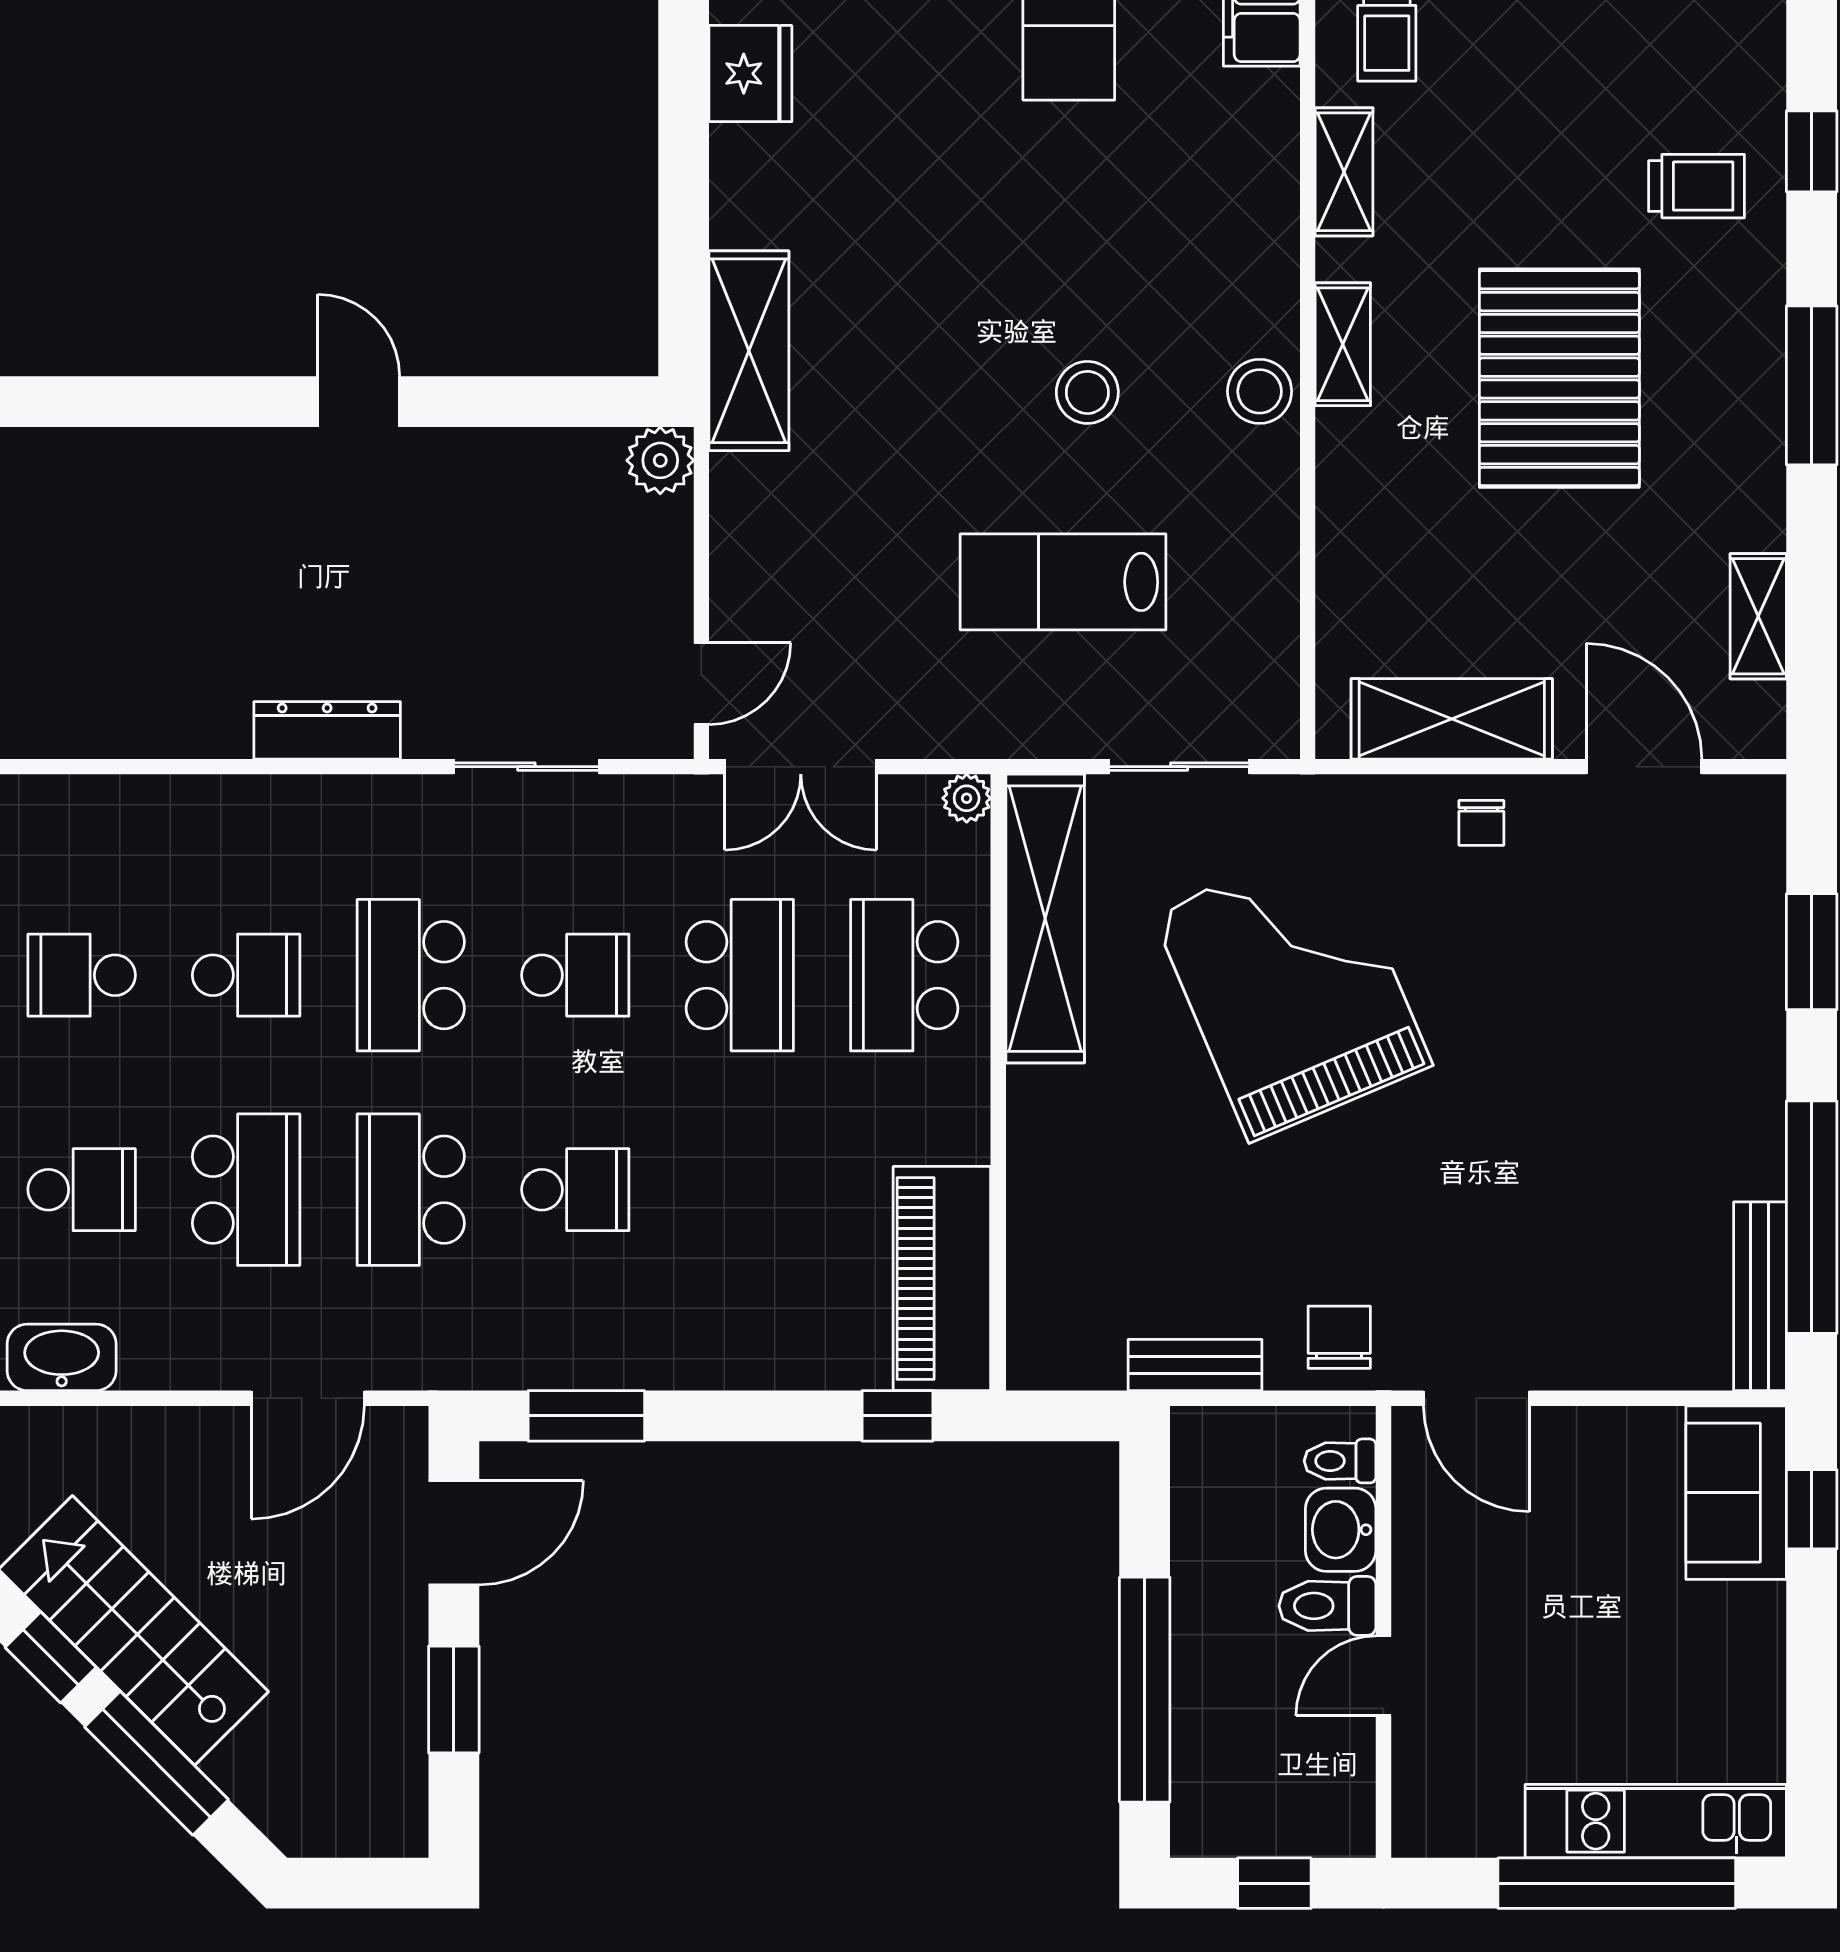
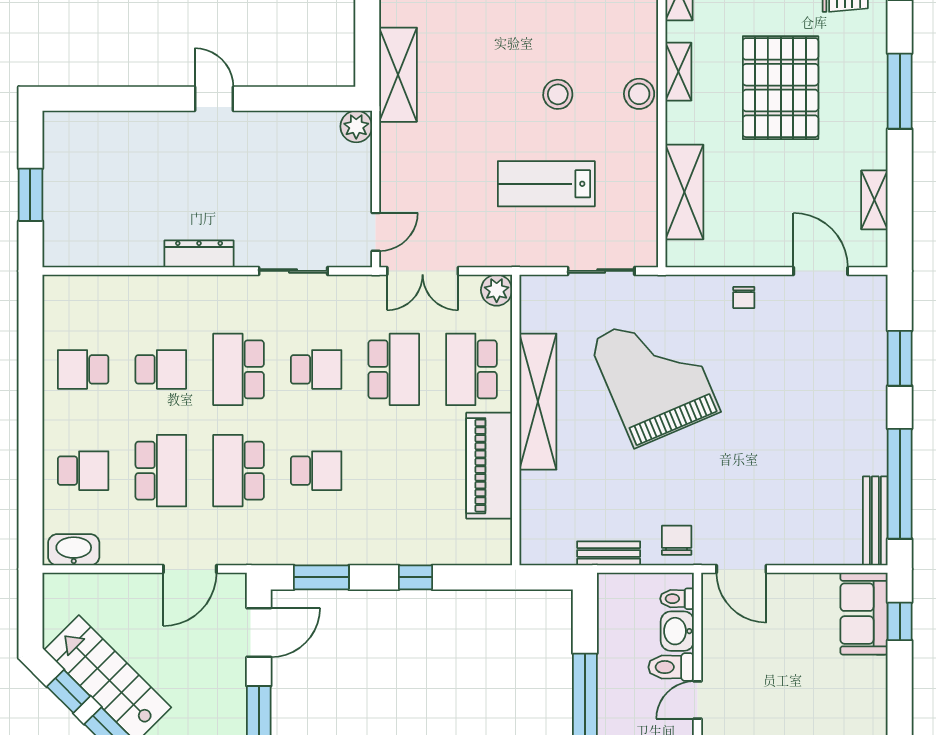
shelving: (1452, 719) -> (684, 192), moved, turned 90
plant: (967, 798) -> (497, 290), width x1.38, depth x1.38
shelving: (1045, 919) -> (538, 402), moved
piano: (942, 1279) -> (489, 466), moved
window: (897, 1416) -> (415, 577), moved

